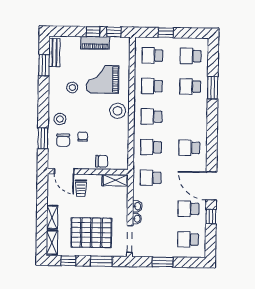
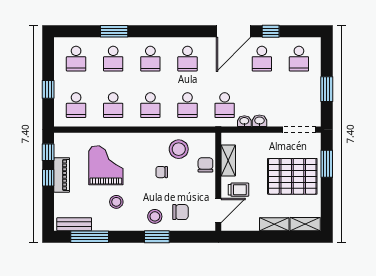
window: (44, 65) -> (90, 237), width x1.44
grand piano: (102, 79) -> (106, 165), turned 180
stool: (118, 111) -> (179, 149), moved
school desk: (190, 117) -> (150, 59), added
chair: (83, 137) -> (162, 172), moved
window: (43, 138) -> (157, 237), moved
shelving: (115, 180) -> (228, 160), moved
washbasin: (137, 219) -> (244, 121), moved
pallet: (91, 233) -> (292, 176), turned 90
window: (68, 261) -> (327, 204), removed

